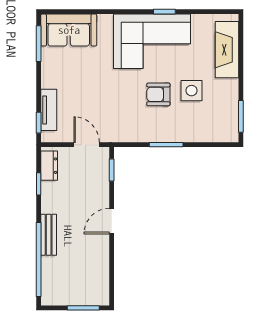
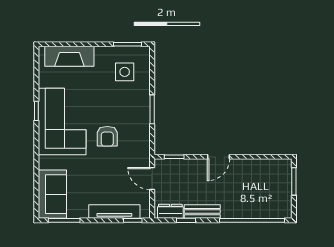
side table: (192, 91) -> (125, 72), moved
armchair: (158, 94) -> (107, 136), moved
tv unit: (49, 110) -> (114, 212), width x1.41
door: (87, 145) -> (152, 179), hinge flipped
door: (112, 221) -> (218, 157), hinge flipped
bench: (49, 235) -> (202, 212), moved

